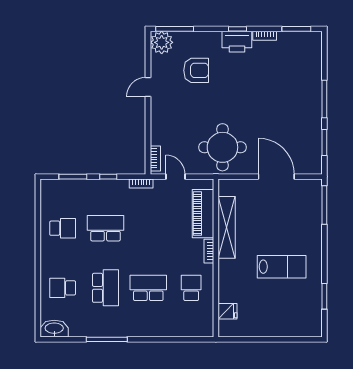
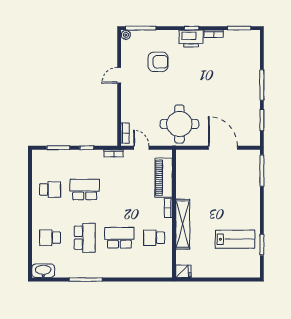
plant: (162, 42) -> (126, 35), width x0.53, depth x0.53
shelving: (227, 227) -> (183, 224), moved
lab bench: (282, 267) -> (235, 239), moved
school desk: (191, 288) -> (154, 238), turned -90
fridge: (227, 311) -> (183, 271), moved

